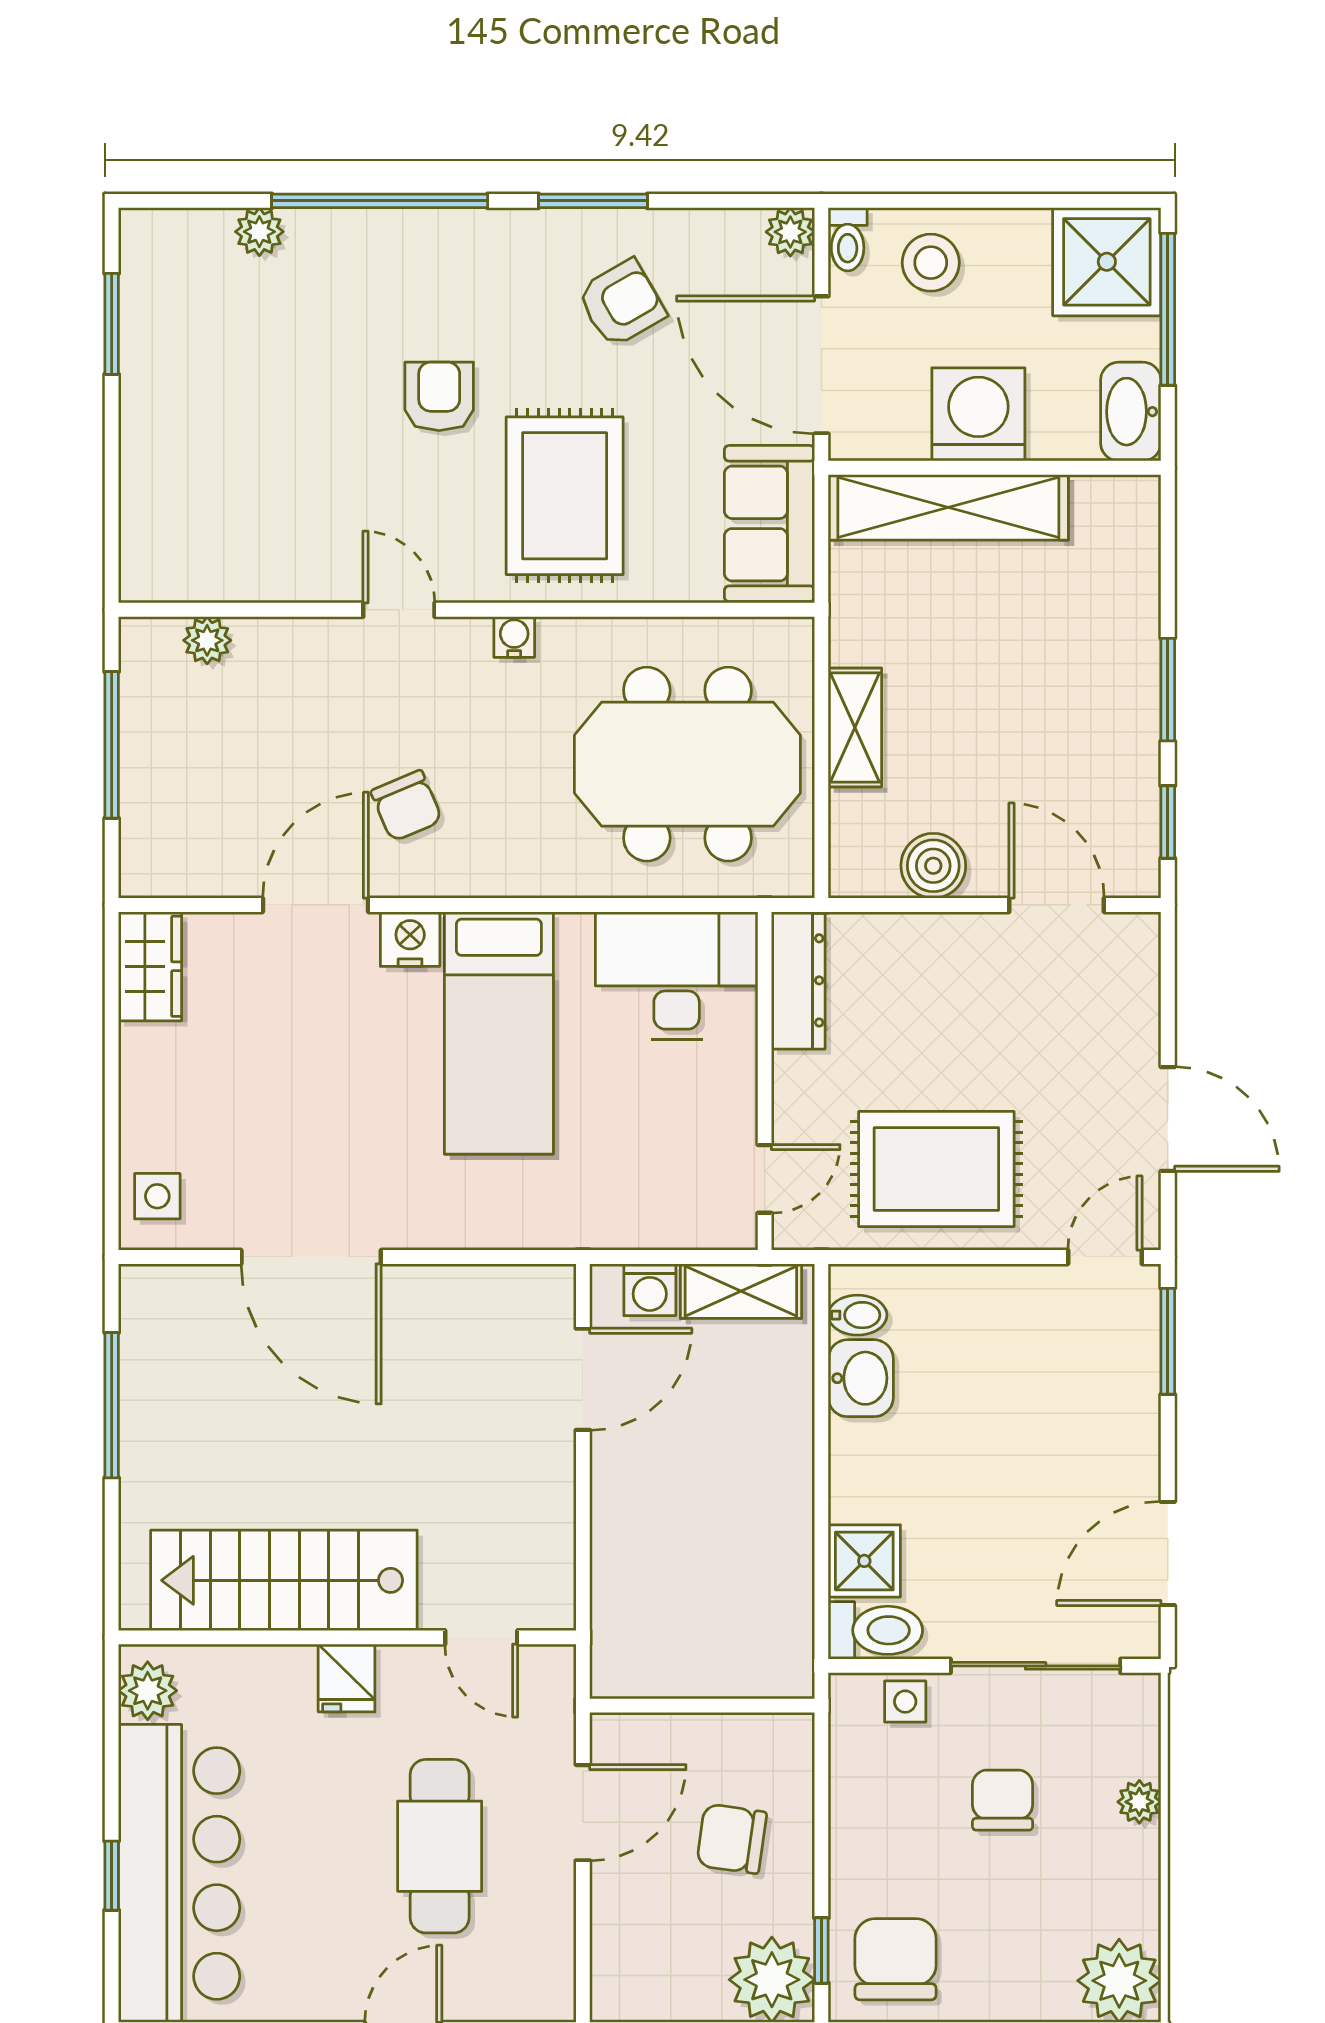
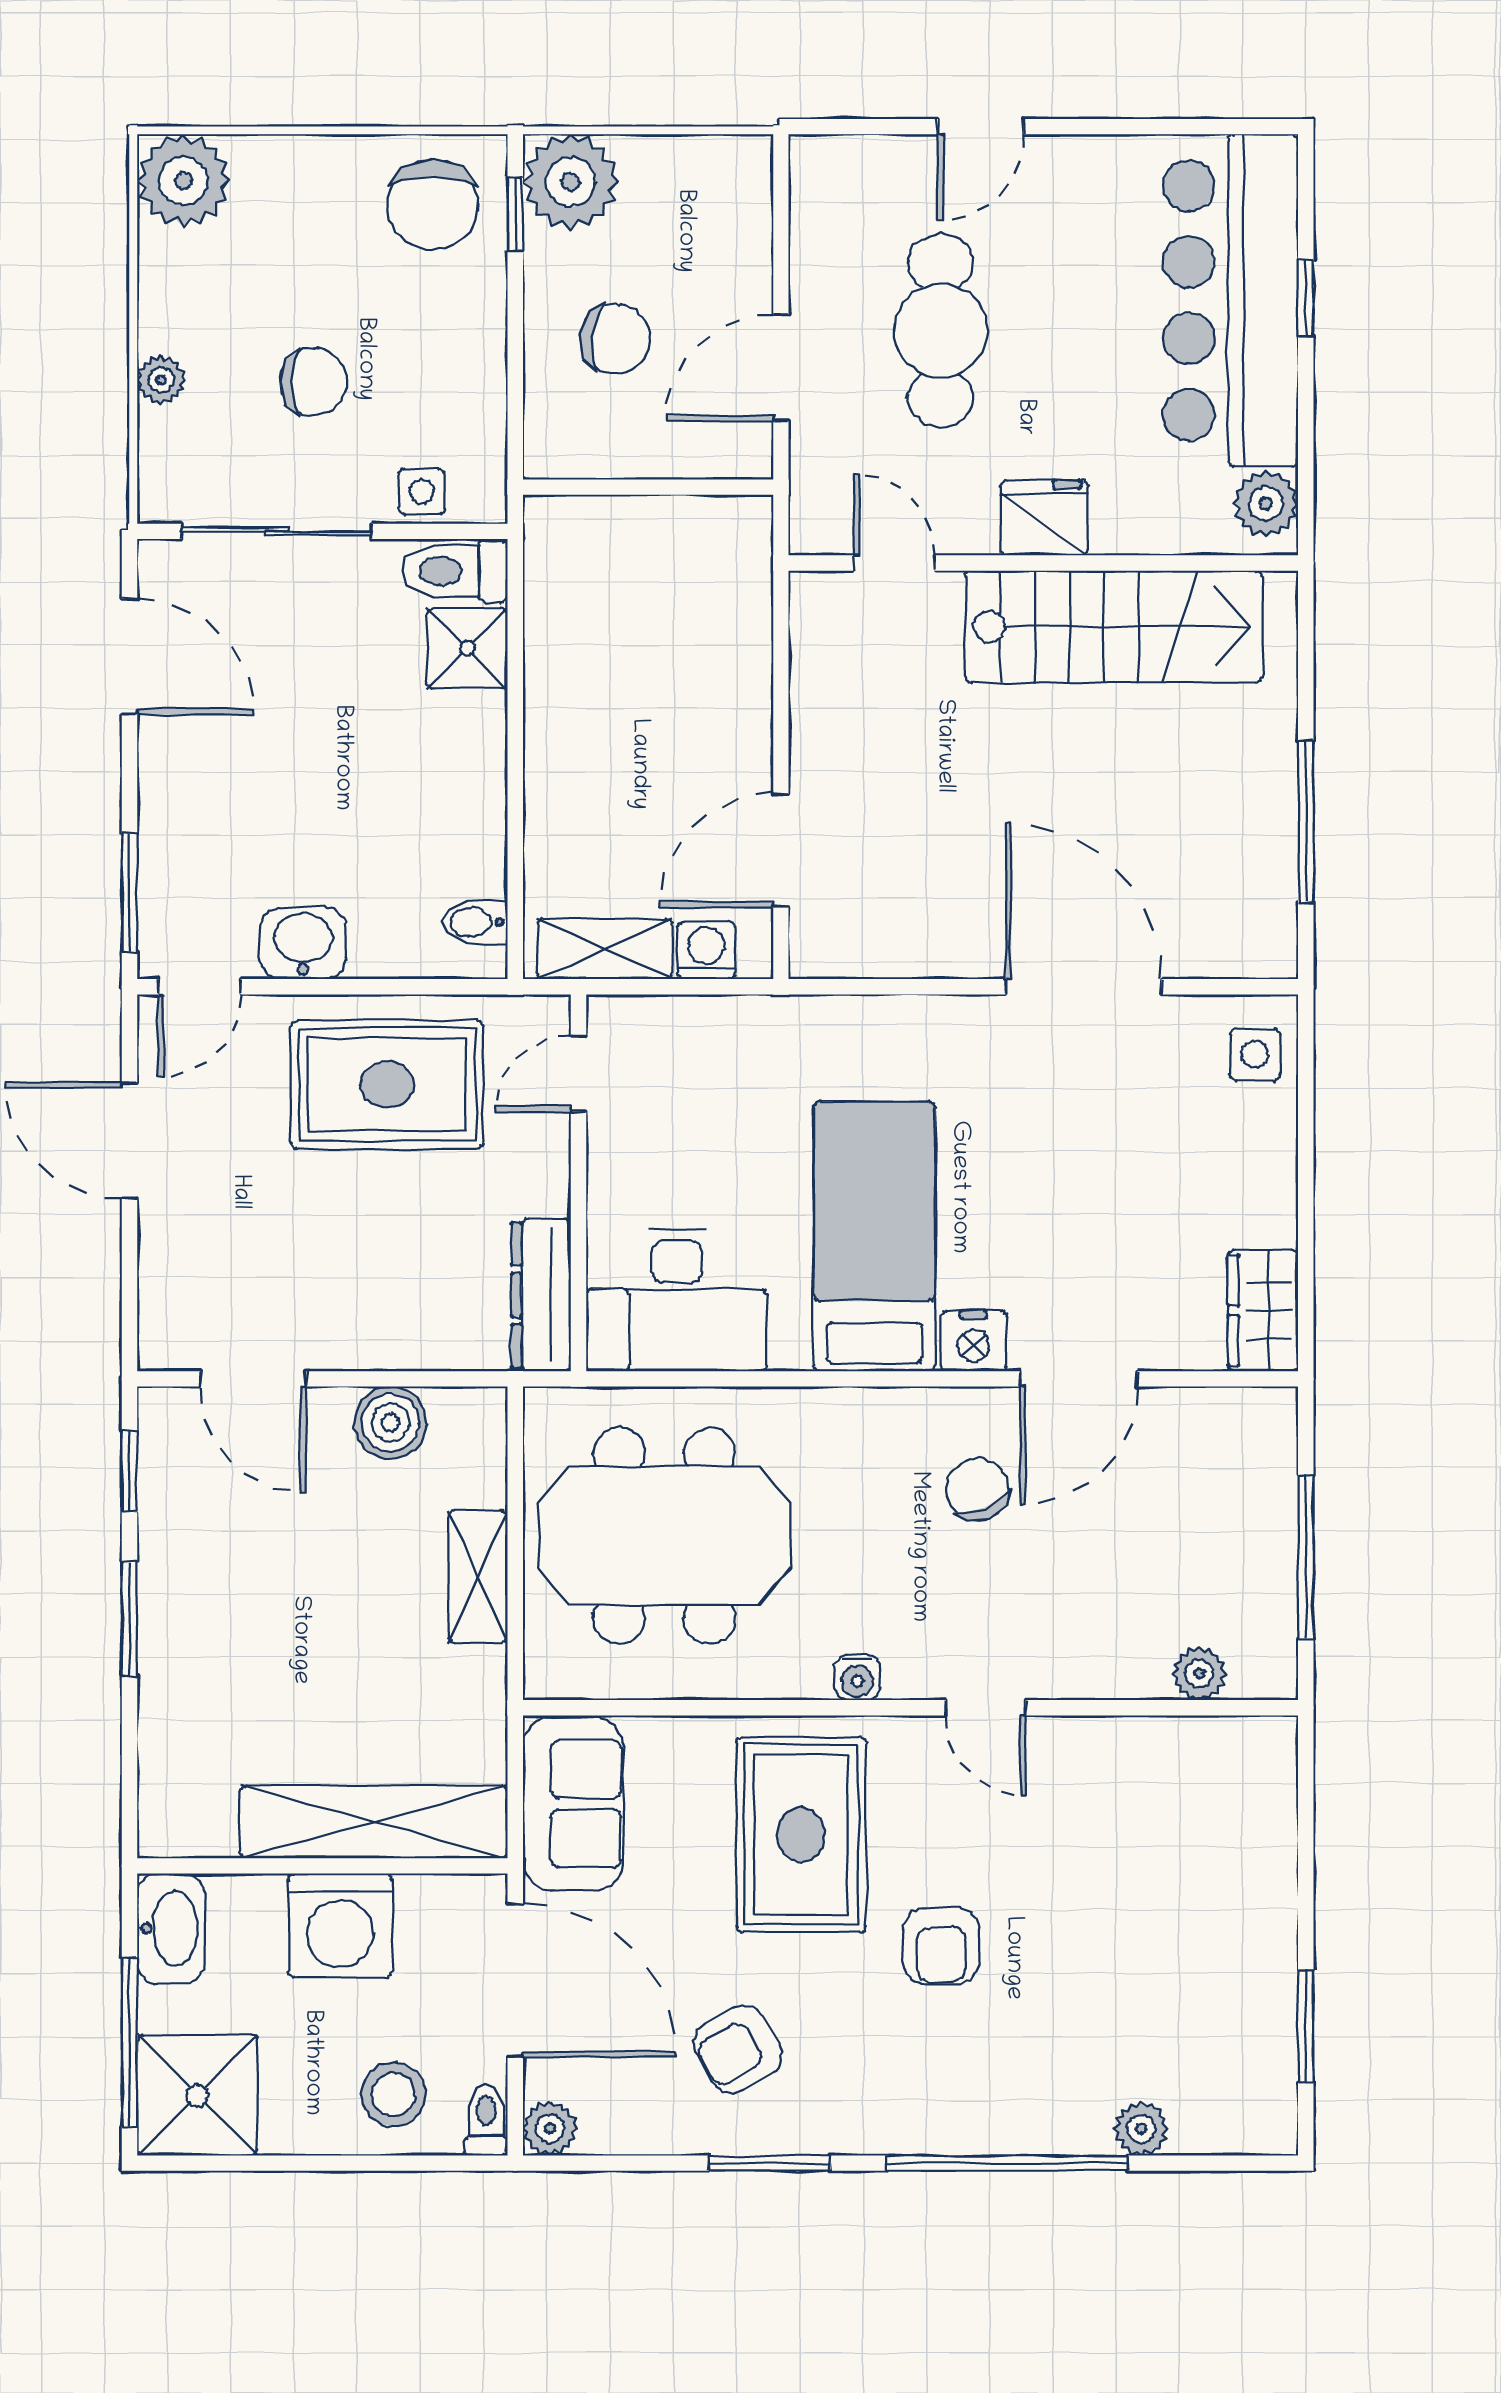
washbasin: (861, 1378) -> (303, 943), moved, turned 90
door: (1168, 1553) -> (129, 657), hinge flipped
fridge: (347, 1678) -> (1044, 518), width x1.38
chair: (1003, 1800) -> (313, 382), turned -90

